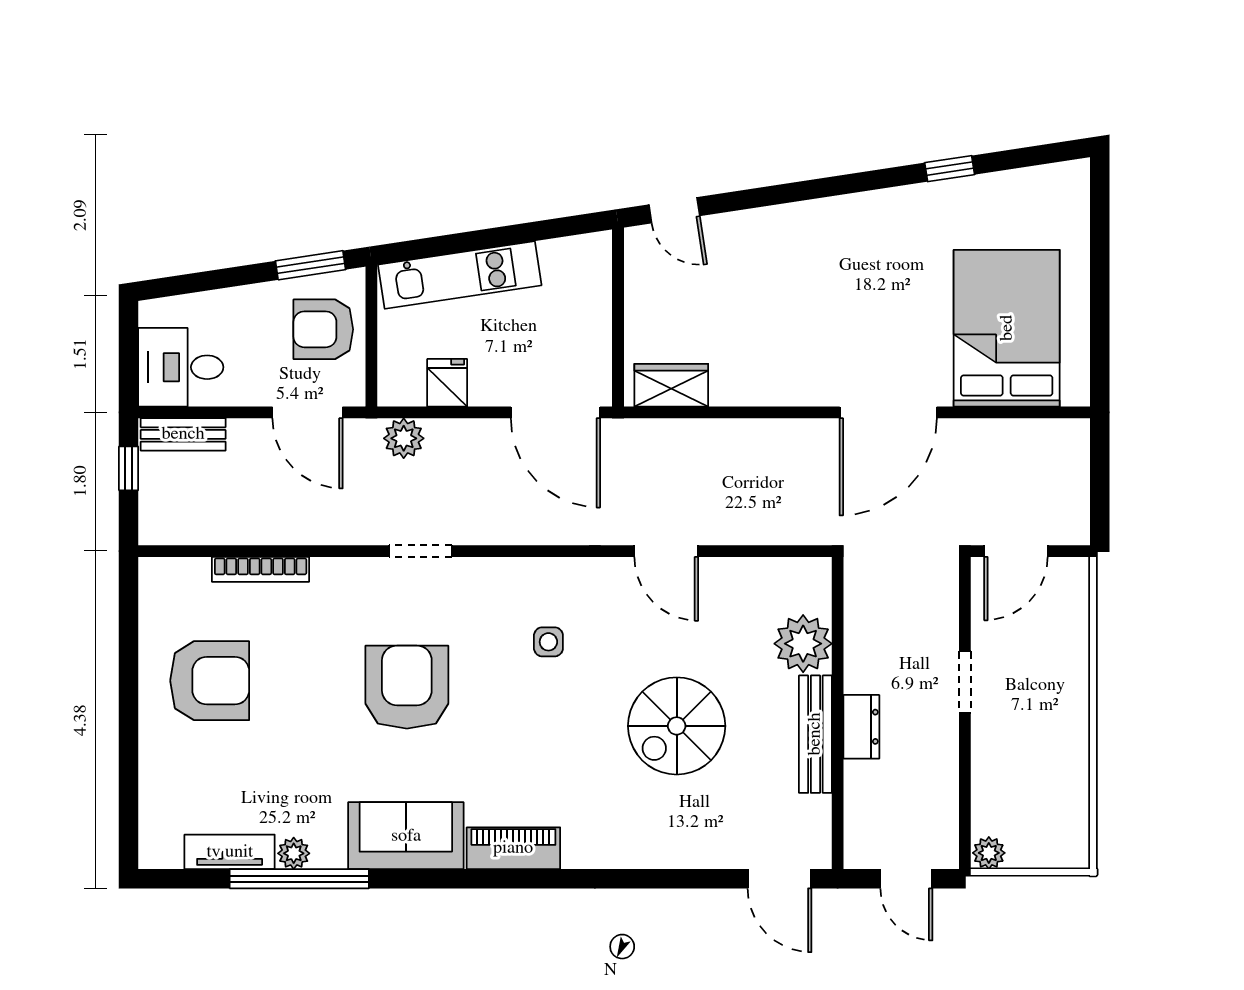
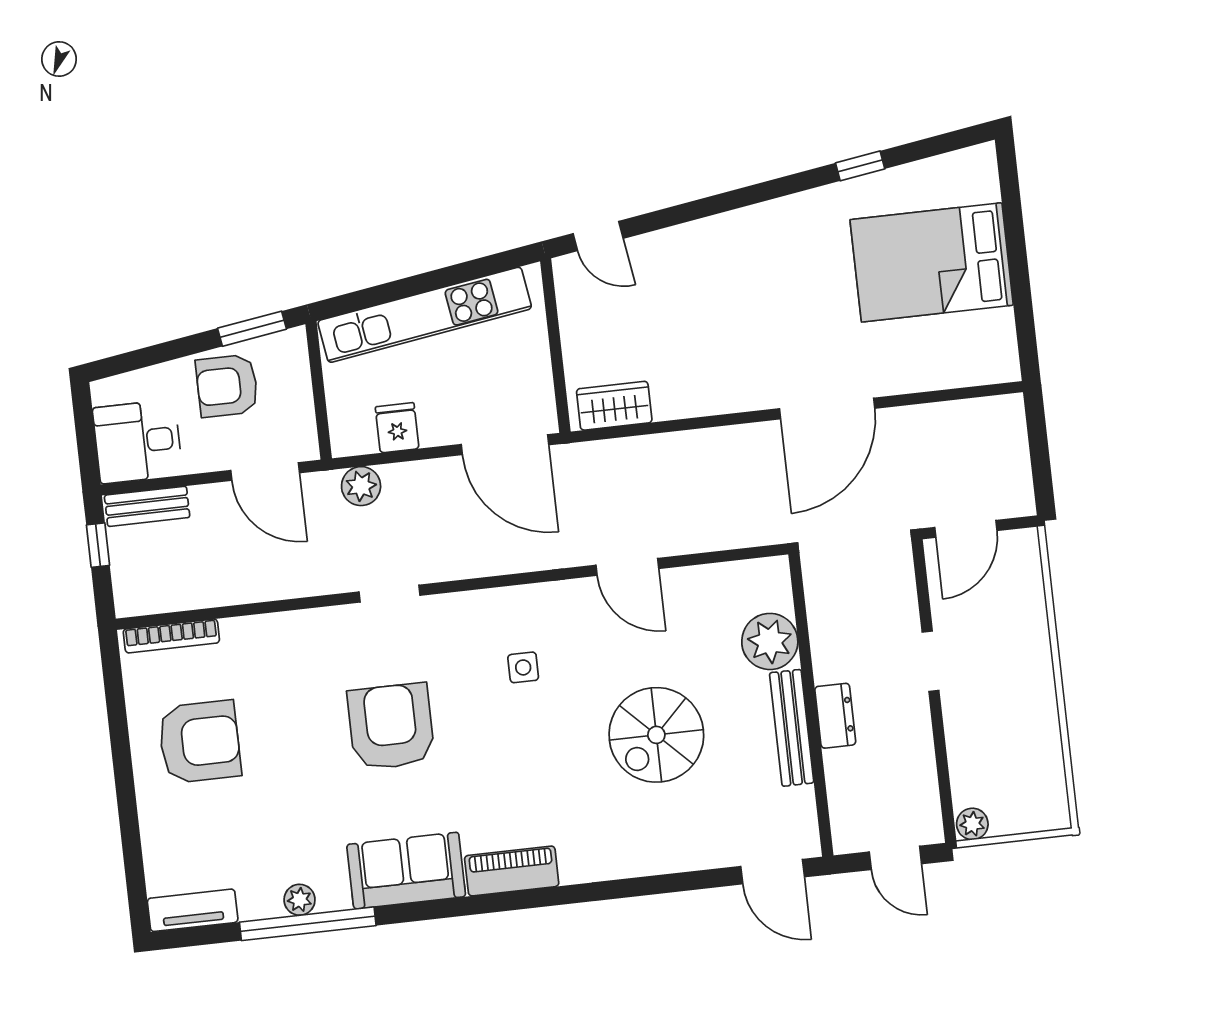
kitchen unit: (460, 275) -> (425, 315), width x1.36
bed: (1007, 328) -> (932, 262), moved, turned -90
armchair: (323, 329) -> (227, 386), moved
bookcase: (261, 569) -> (171, 636), moved
tv unit: (230, 852) -> (193, 910), moved

